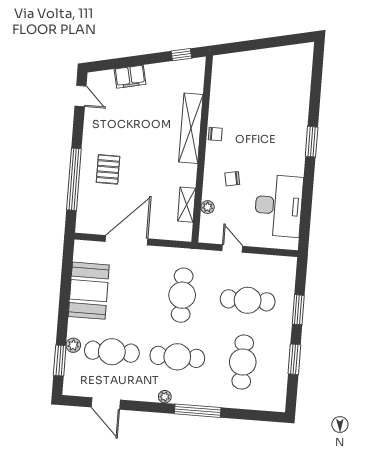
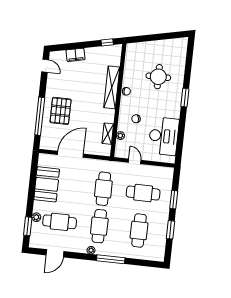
round table: (267, 109) -> (158, 77), added
pallet: (108, 169) -> (61, 111), width x1.50, depth x1.42
cafe table: (177, 357) -> (99, 226), turned 90
door: (106, 403) -> (55, 253), hinge flipped

